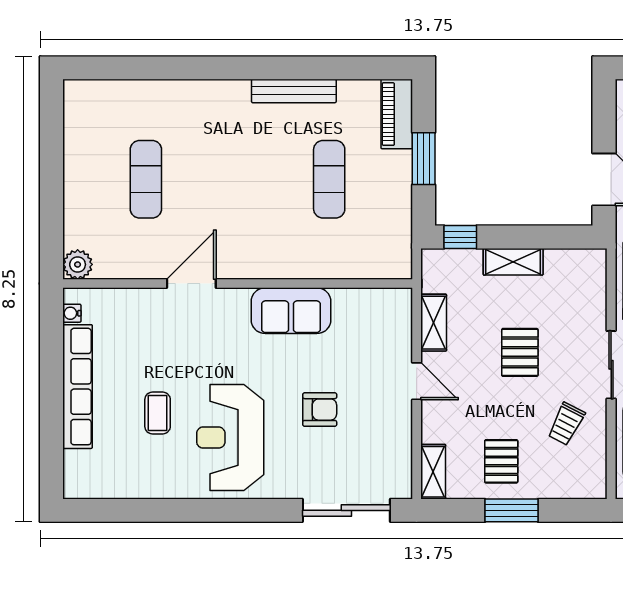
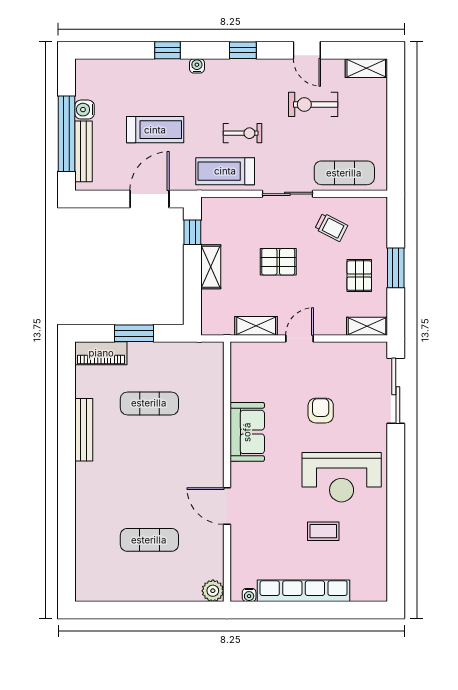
window: (460, 237) -> (192, 232), moved
pallet: (501, 461) -> (359, 276), turned 90

